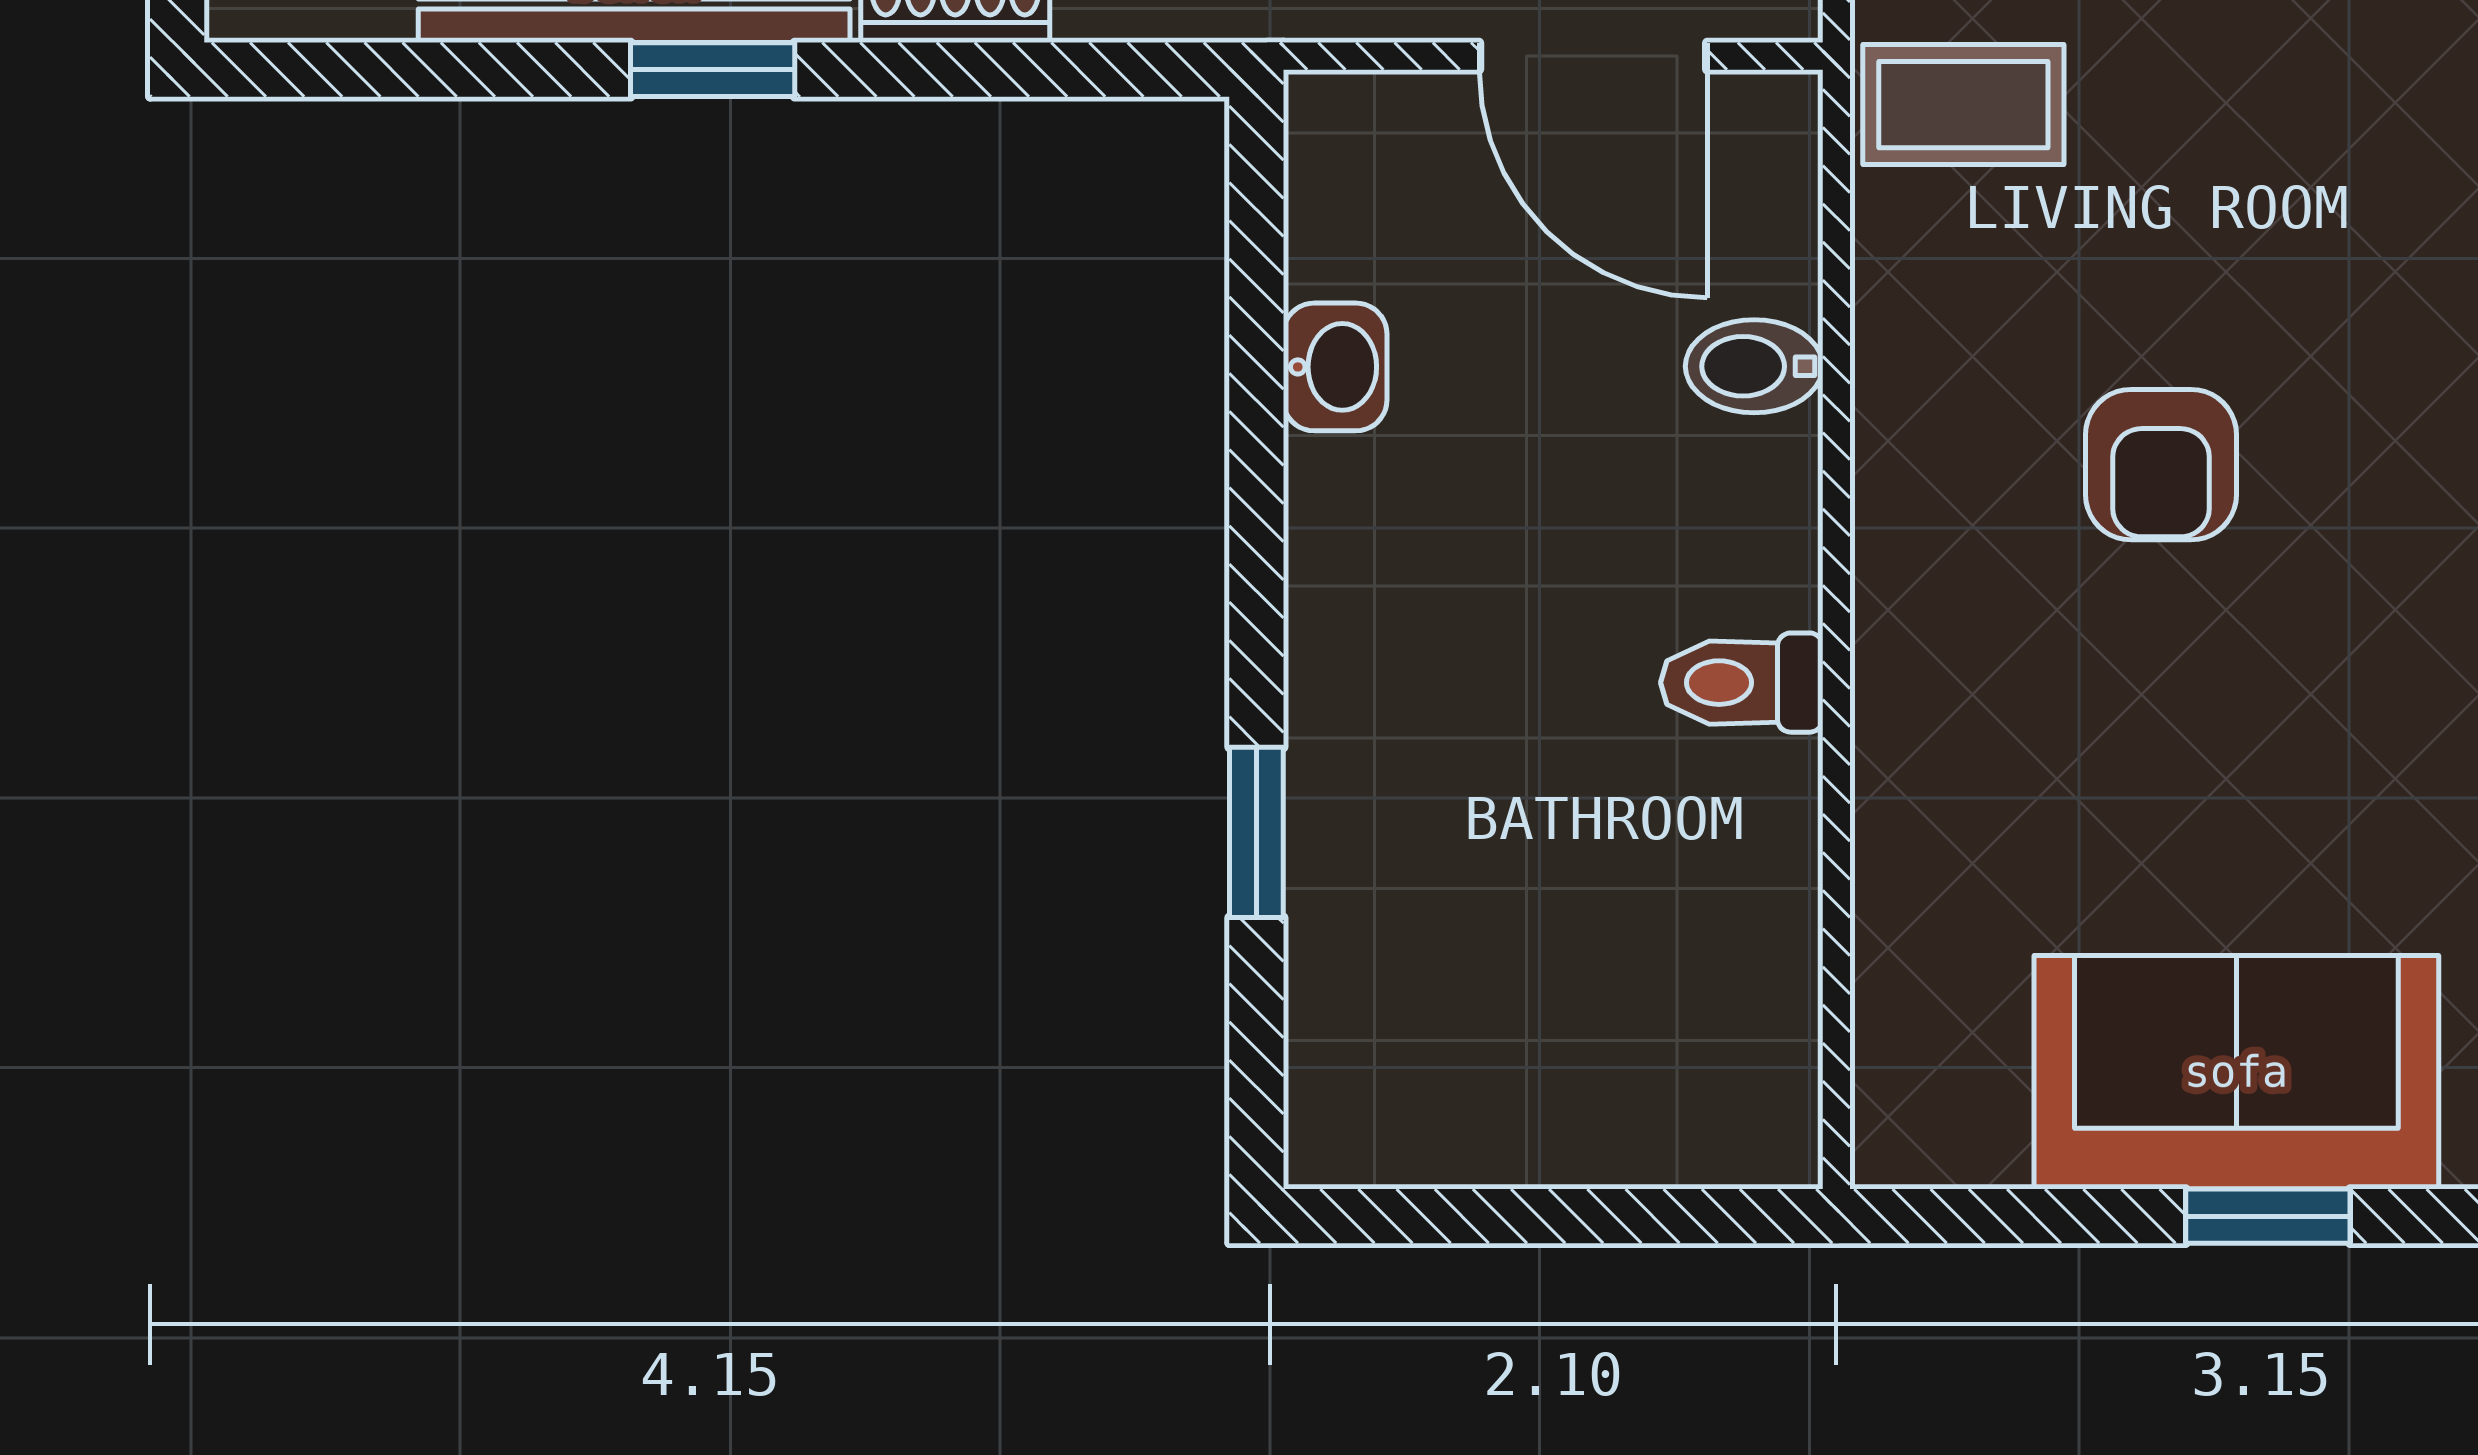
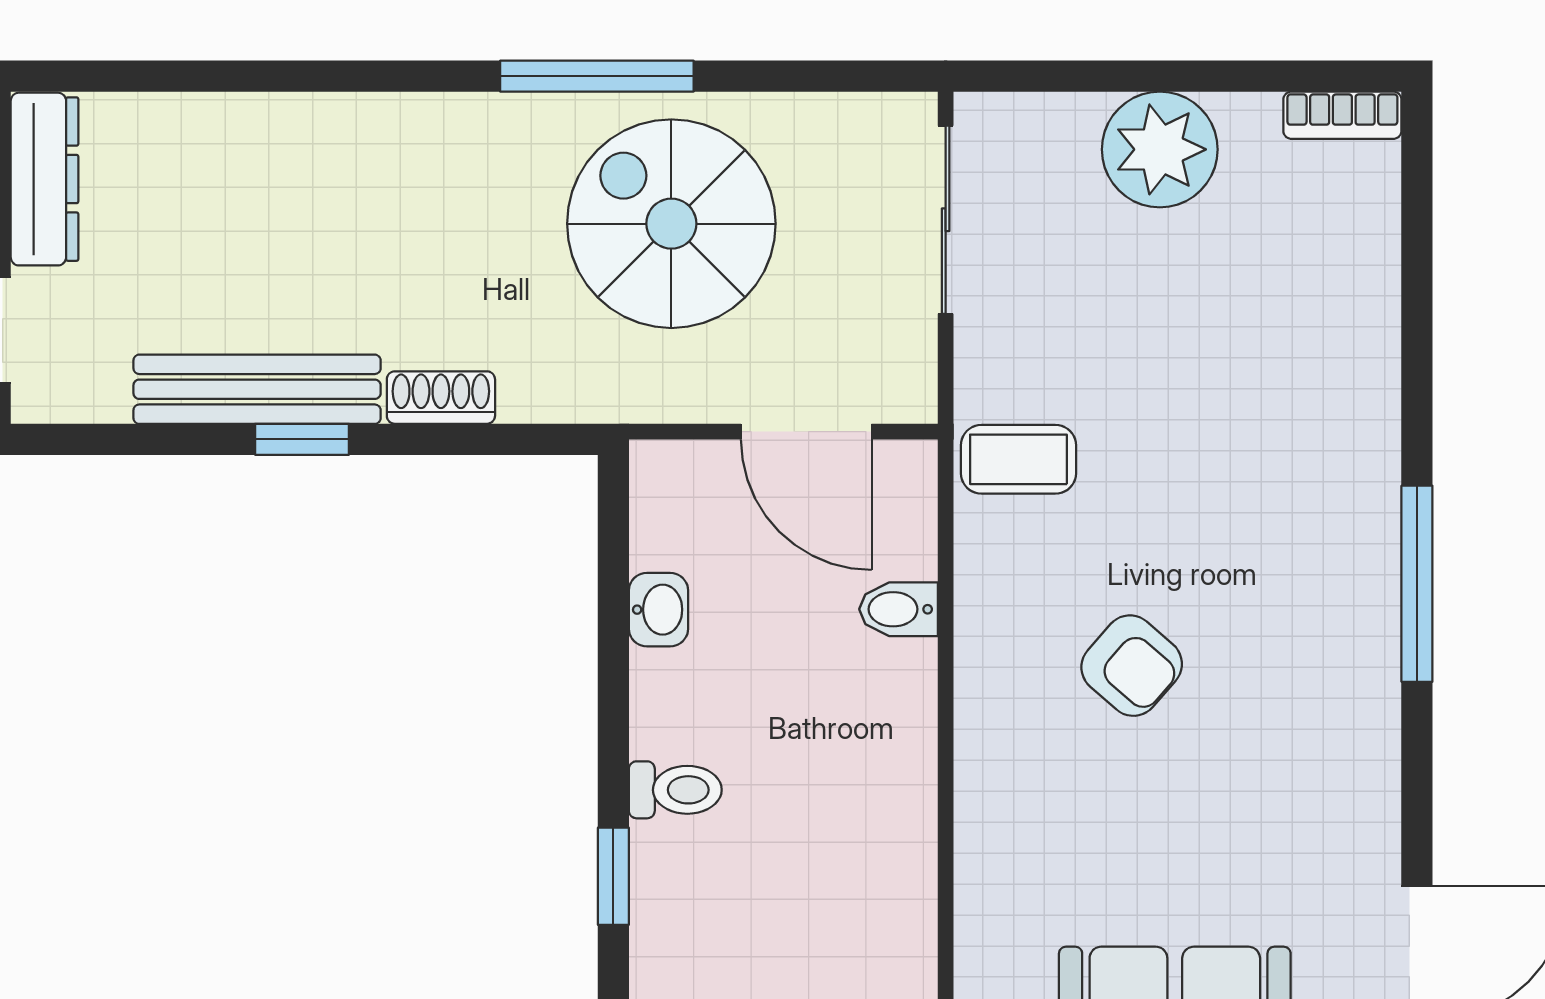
armchair: (2161, 465) -> (1132, 666), turned -49
toilet: (1742, 683) -> (675, 790), moved, turned 180

